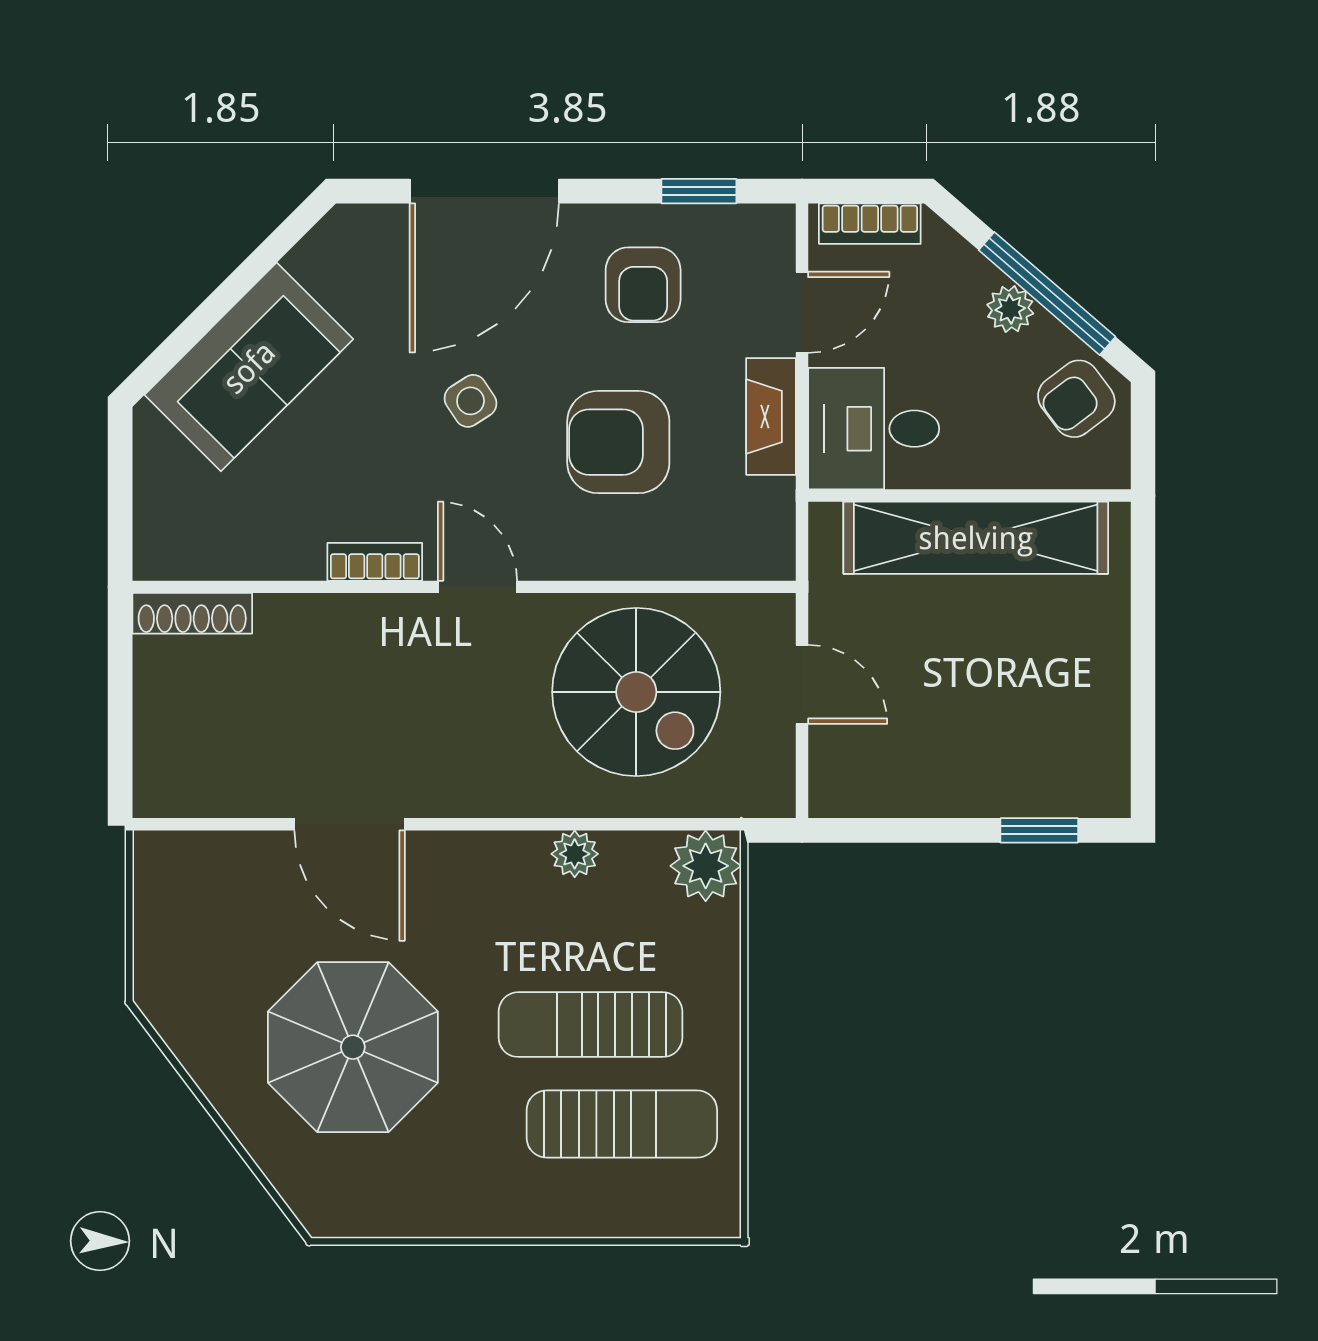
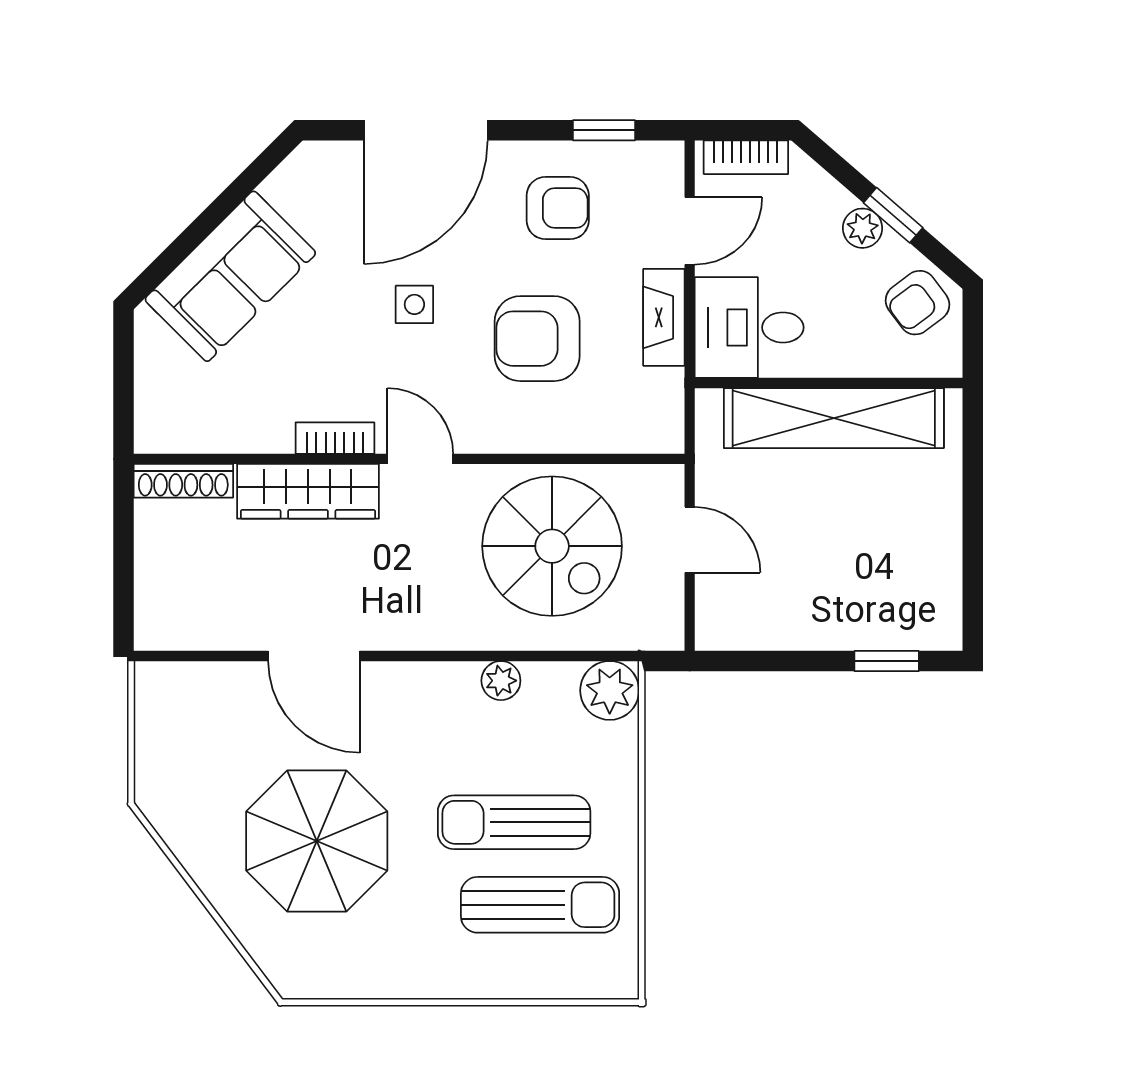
armchair: (643, 285) -> (558, 208), turned -90
window: (1047, 293) -> (893, 215), width x0.46
side table: (471, 401) -> (414, 304), turned 33
wardrobe: (342, 626) -> (308, 491), added

